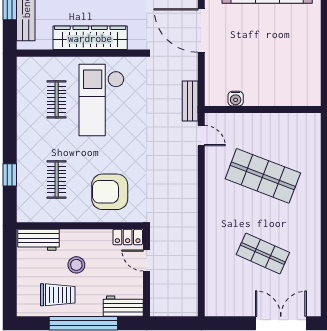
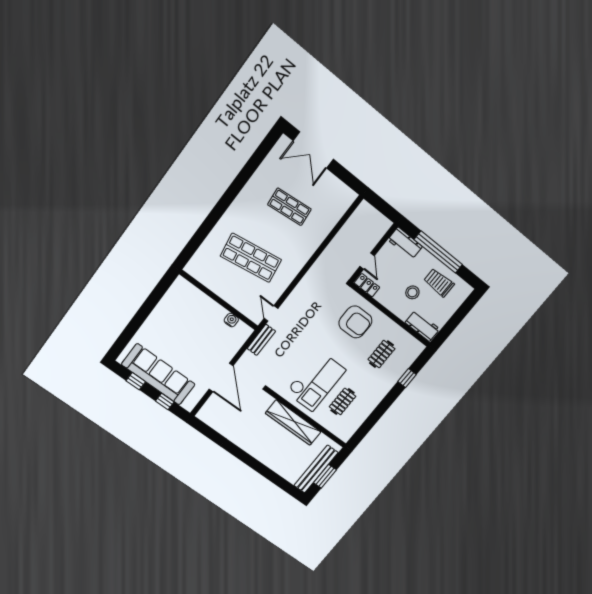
shop shelf: (263, 176) -> (251, 258), turned -30
shop shelf: (263, 254) -> (289, 207), turned -30

